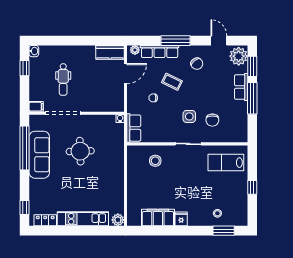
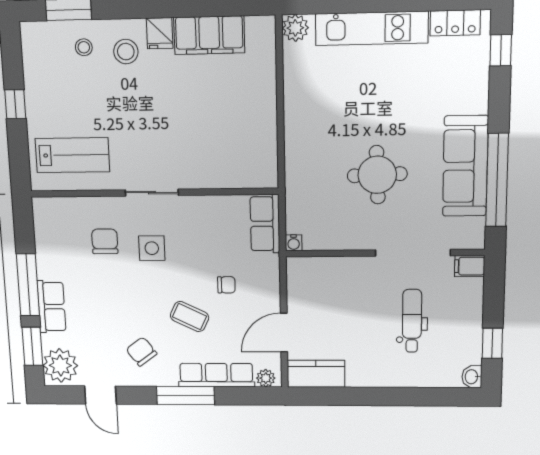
stool: (155, 161) -> (126, 52), moved

